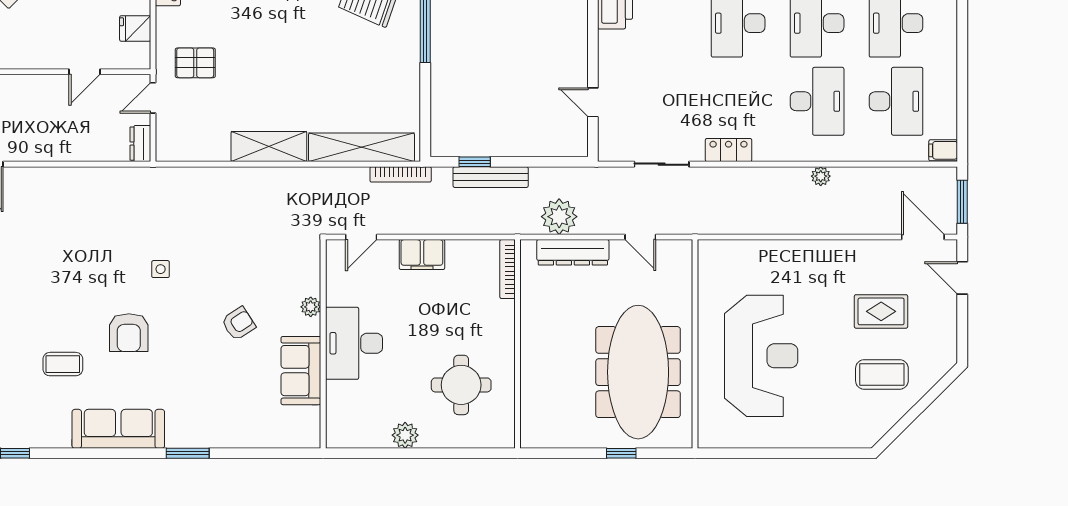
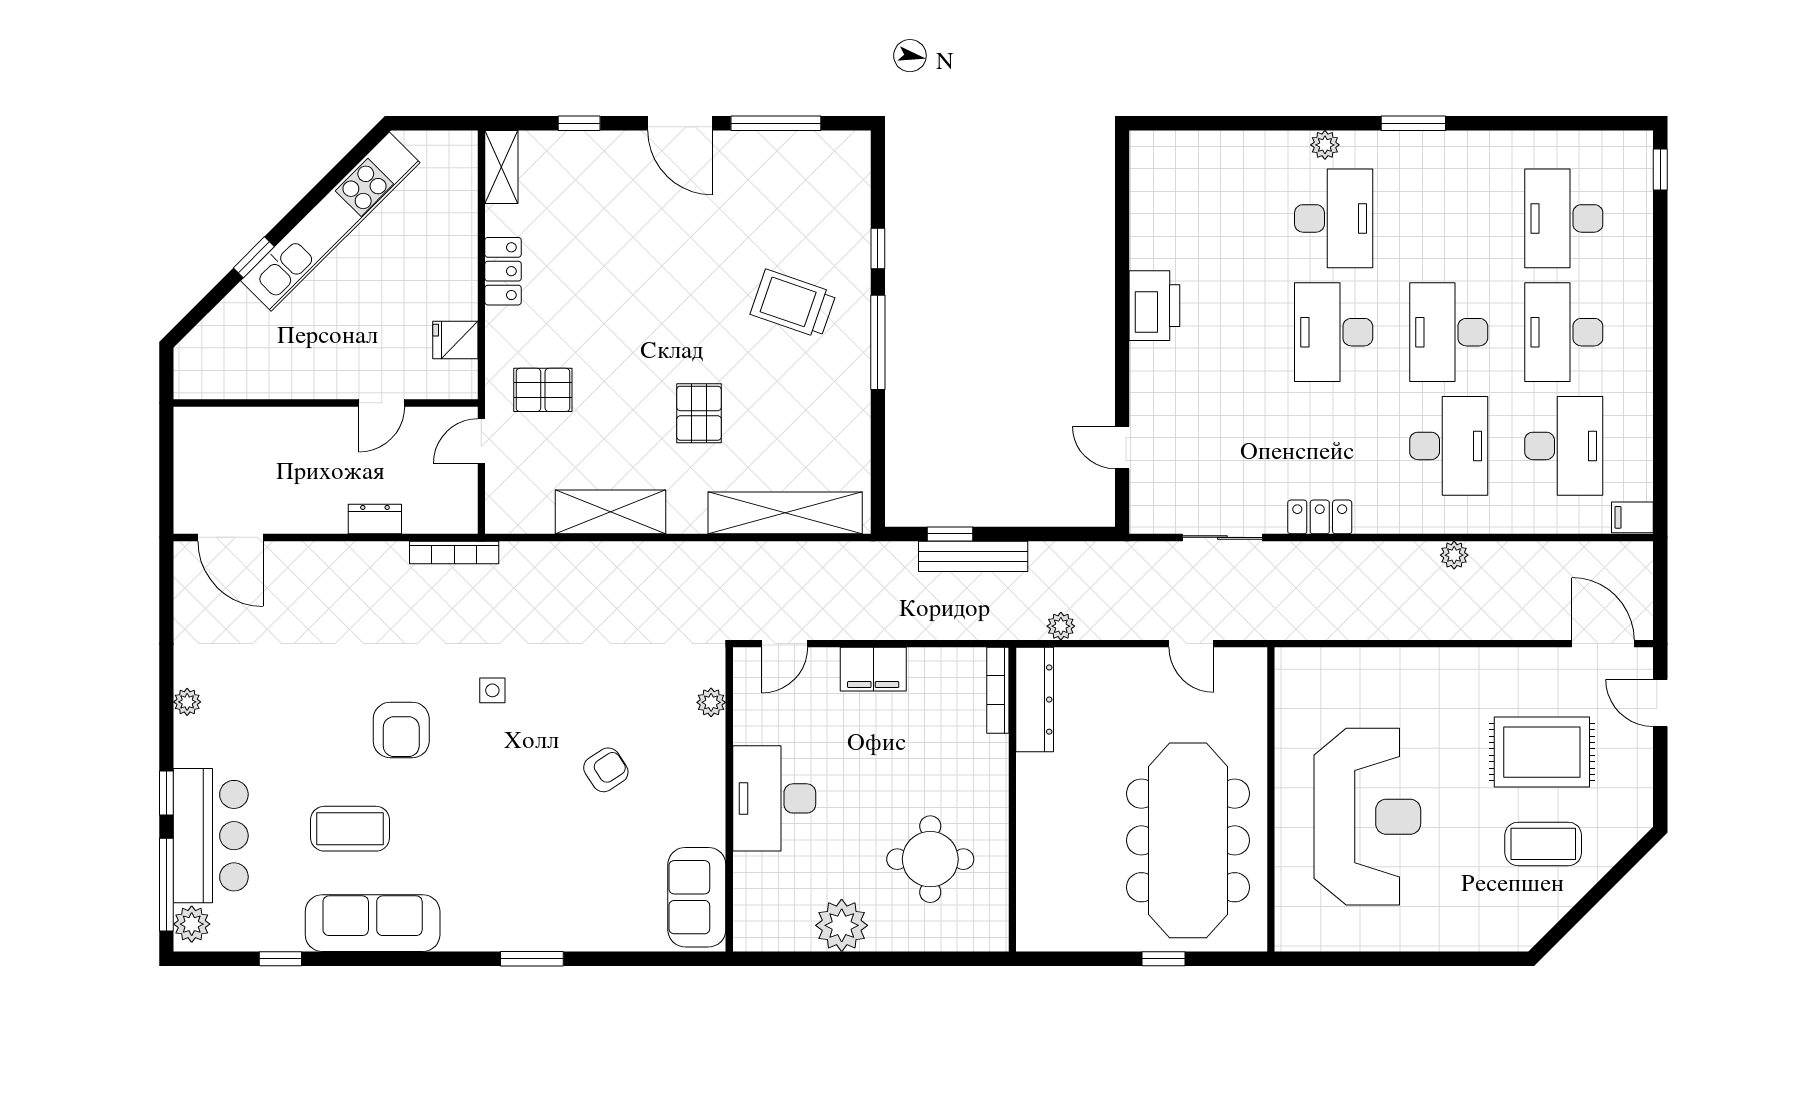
pallet: (302, 79) -> (699, 413), added
dresser: (140, 144) -> (375, 519), moved, turned 90
shelving: (269, 147) -> (610, 512), moved
bookcase: (401, 174) -> (454, 552), moved
window: (962, 202) -> (1660, 592), removed
plant: (559, 217) -> (1061, 626), width x0.53, depth x0.53
dresser: (573, 252) -> (1035, 700), moved, turned -90
plant: (311, 307) -> (711, 702), moved
rug: (881, 311) -> (1542, 752), width x1.36, depth x1.43
armchair: (129, 333) -> (401, 730), moved
coffee table: (63, 364) -> (350, 829), width x1.36, depth x1.30
sofa: (301, 371) -> (697, 897), moved
sofa: (118, 429) -> (373, 923), moved
plant: (405, 435) -> (842, 925), width x1.36, depth x1.36

